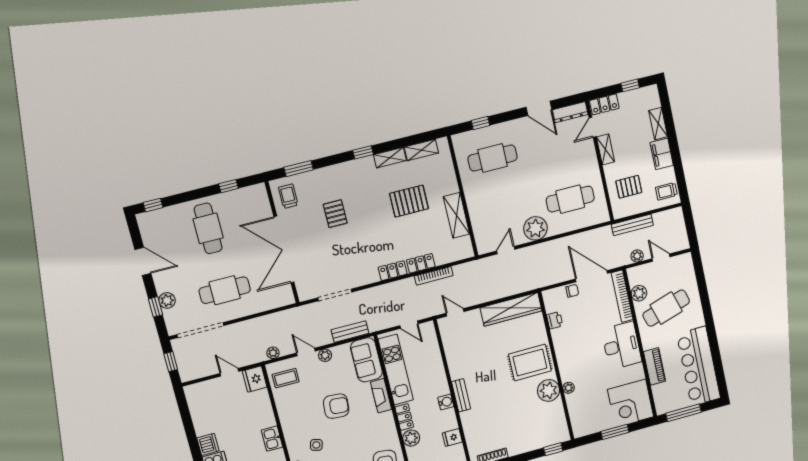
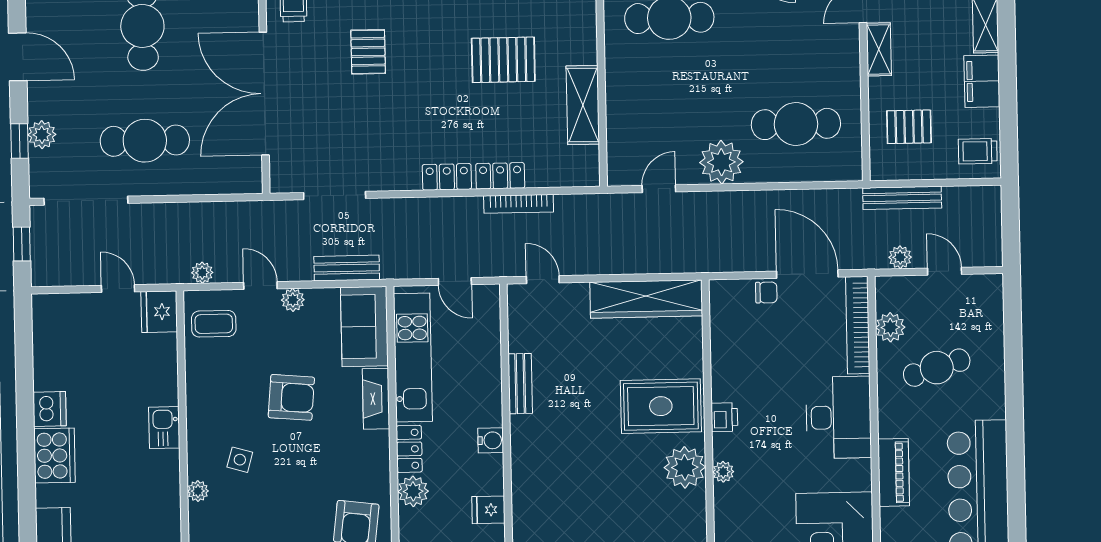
cafe table: (666, 308) -> (937, 368), width x0.73, depth x0.74
printer: (555, 320) -> (724, 417), moved
bench: (461, 395) -> (520, 384), moved

